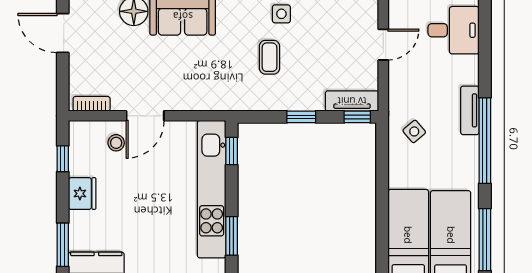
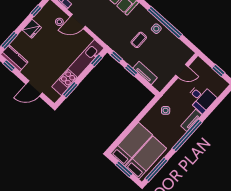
desk: (454, 30) -> (201, 98), moved
tv unit: (352, 101) -> (145, 73), moved
window: (357, 117) -> (116, 57), moved

